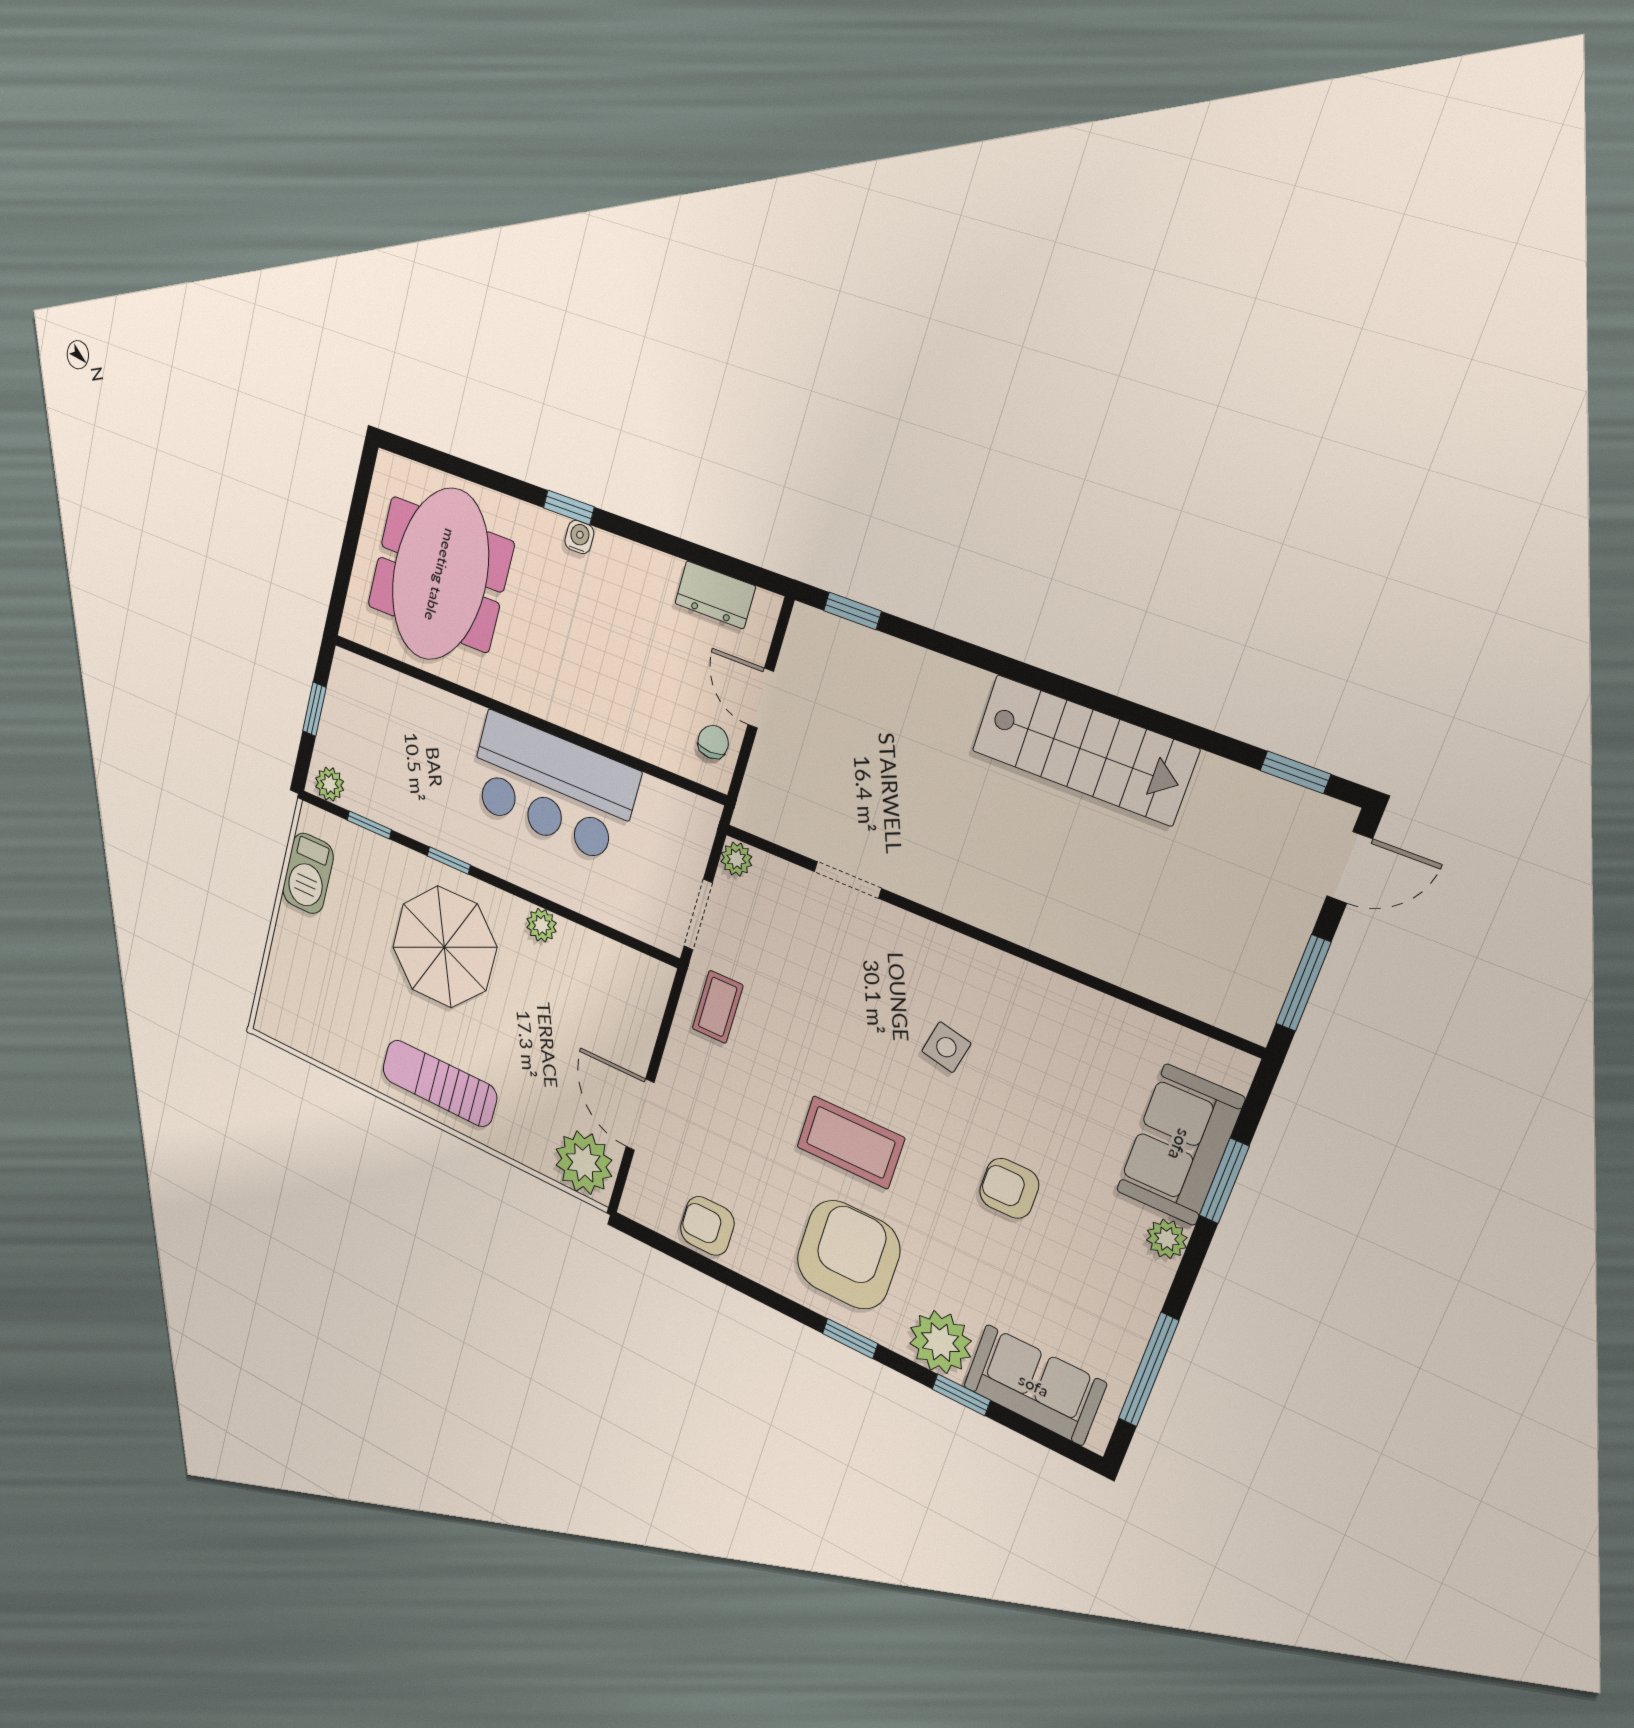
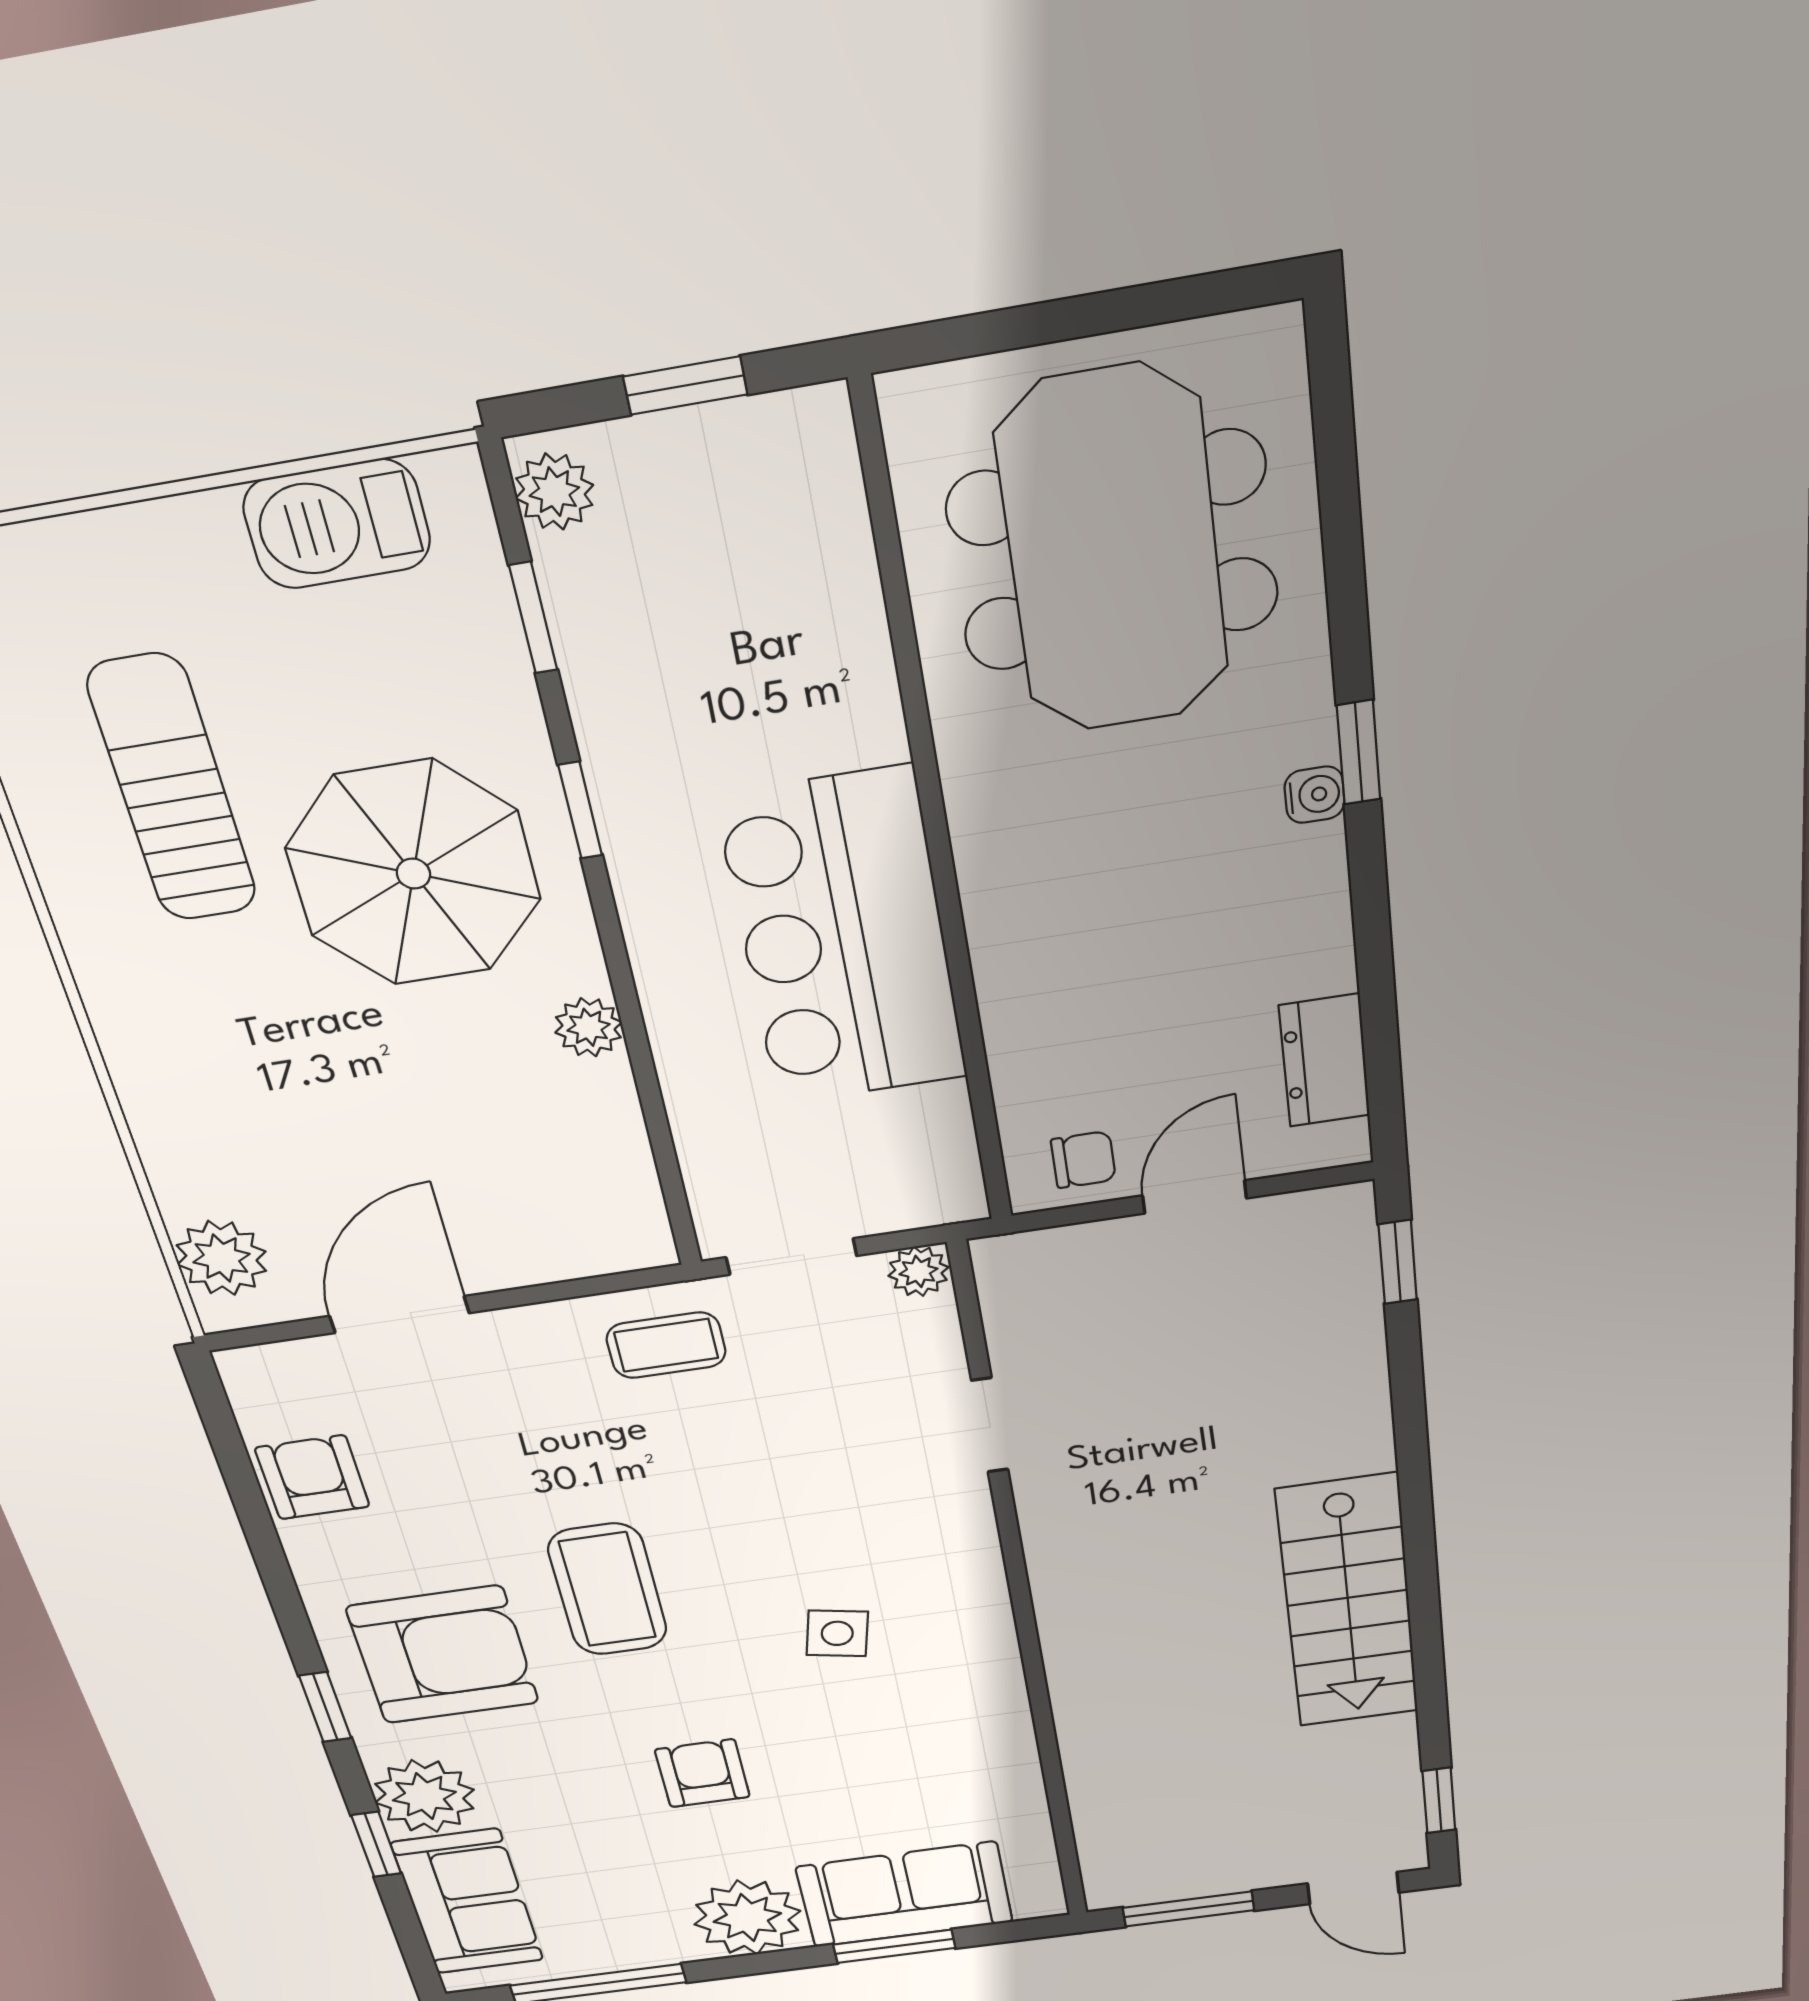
meeting table: (440, 575) -> (1113, 552), turned 90
sun lounger: (439, 1083) -> (173, 789), moved
plant: (584, 1163) -> (221, 1258), width x0.73, depth x0.73
plant: (1167, 1239) -> (747, 1918), width x1.87, depth x1.87

